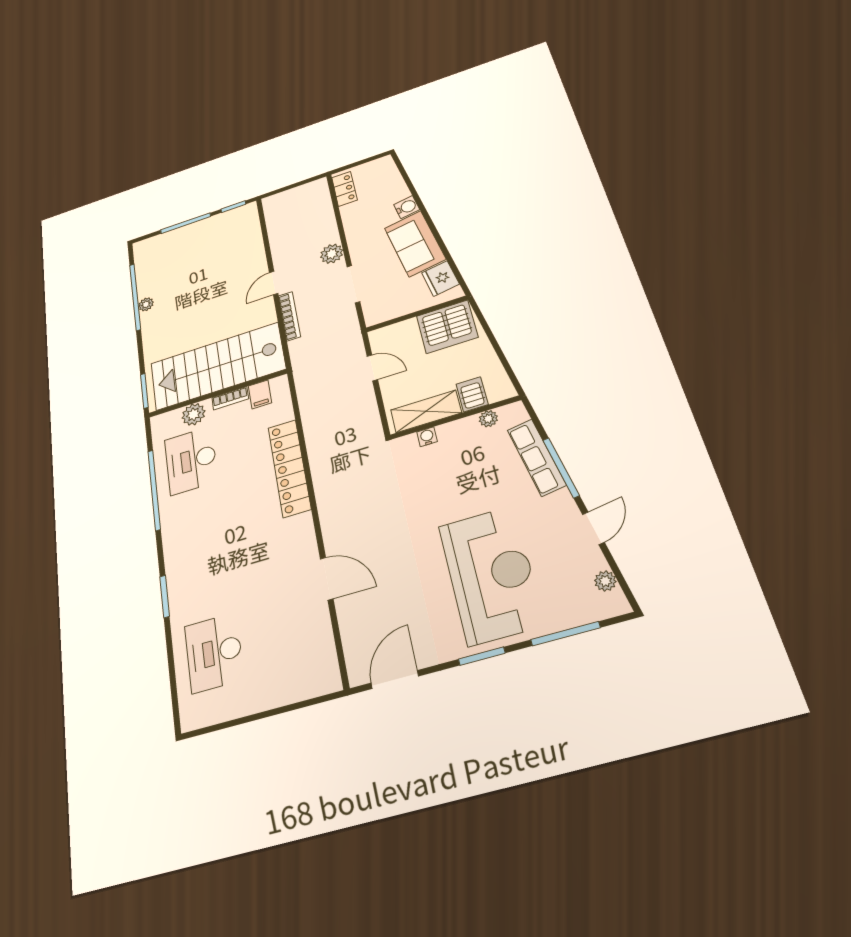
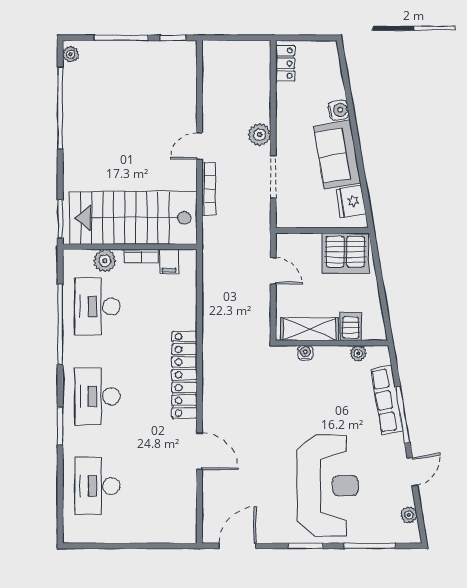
plant: (146, 304) -> (71, 54), moved
locker: (289, 468) -> (184, 375), moved
desk: (202, 552) -> (97, 396), added

